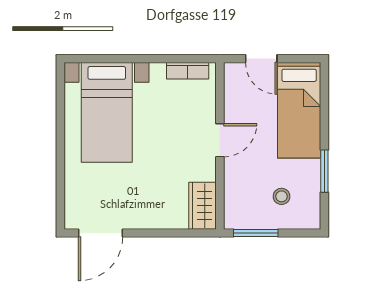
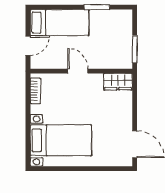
stool: (282, 196) -> (112, 33), removed

